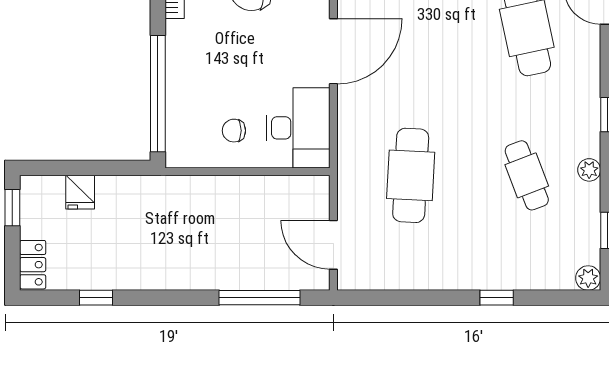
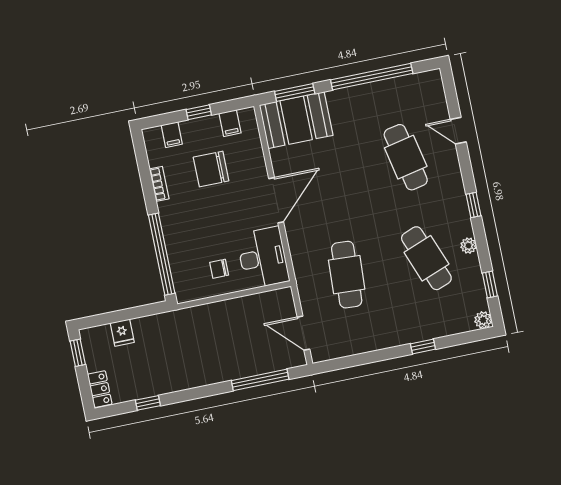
cafe table: (527, 175) -> (426, 258), width x1.37, depth x1.35

